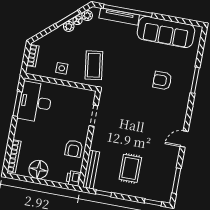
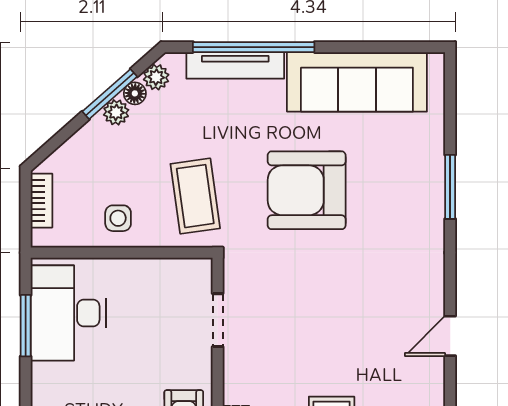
armchair: (162, 81) -> (307, 190), moved, width x1.88, depth x1.88

